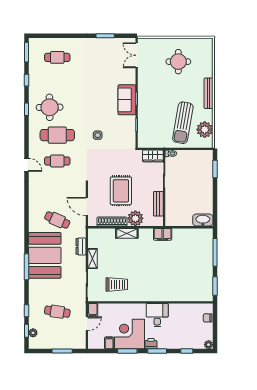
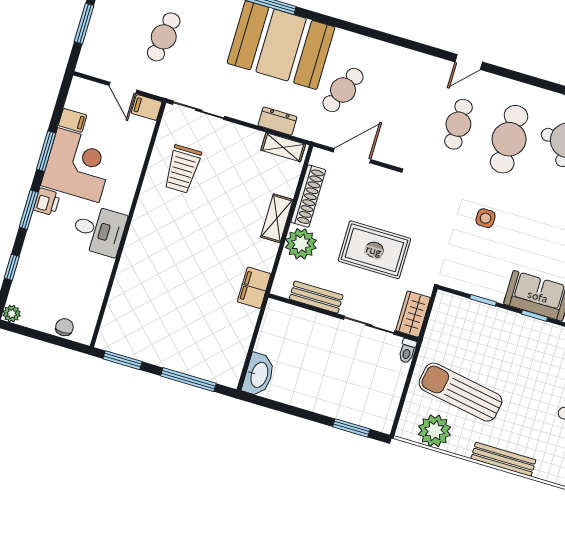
rug: (121, 191) -> (374, 250), moved
shelving: (93, 259) -> (283, 147), moved

